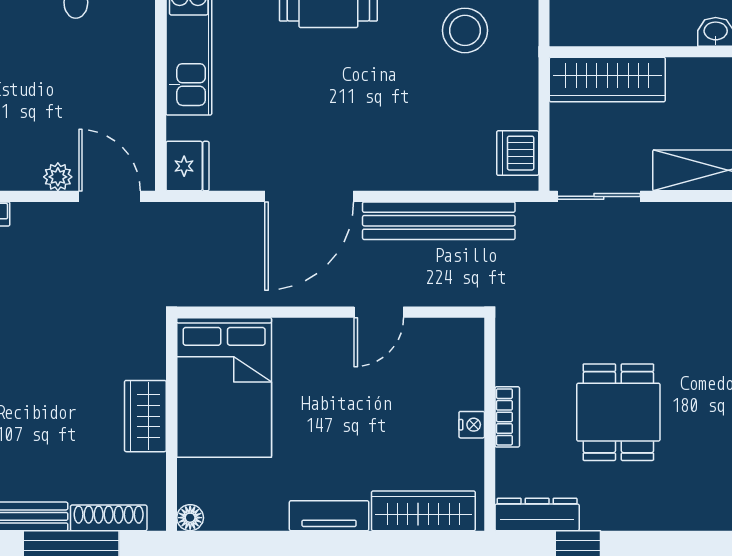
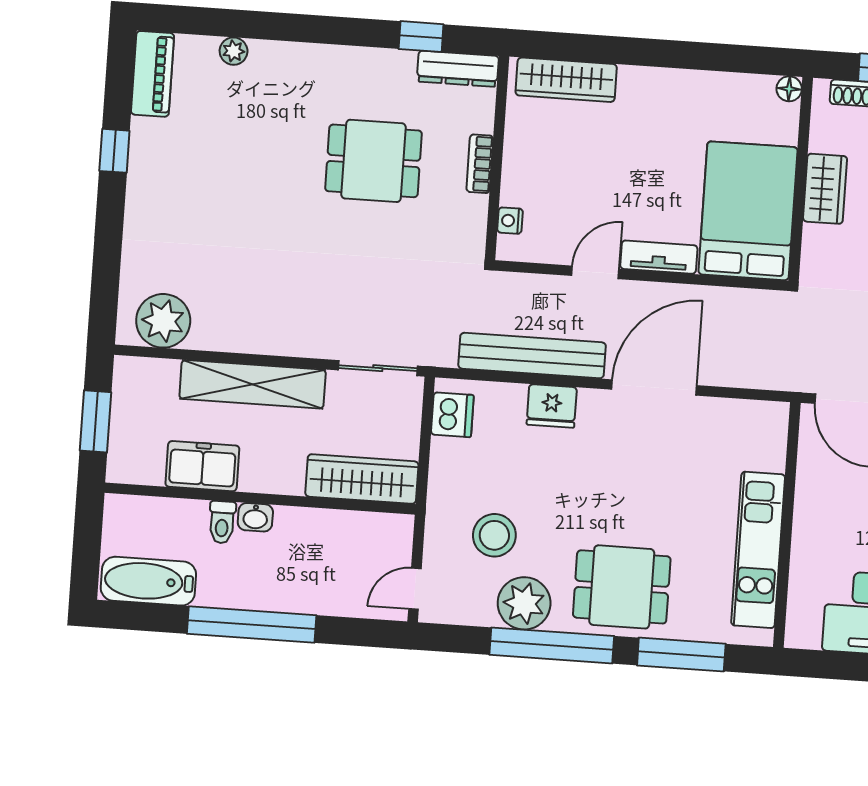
fridge: (187, 166) -> (552, 406), moved, turned -90
dining table: (618, 412) -> (374, 161), turned 90
nightstand: (472, 425) -> (510, 221), moved
tv unit: (329, 516) -> (659, 257), moved, turned 180

